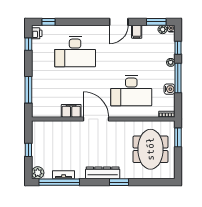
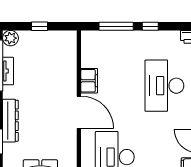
window: (28, 44) -> (150, 26), moved
door: (96, 119) -> (79, 112), hinge flipped

